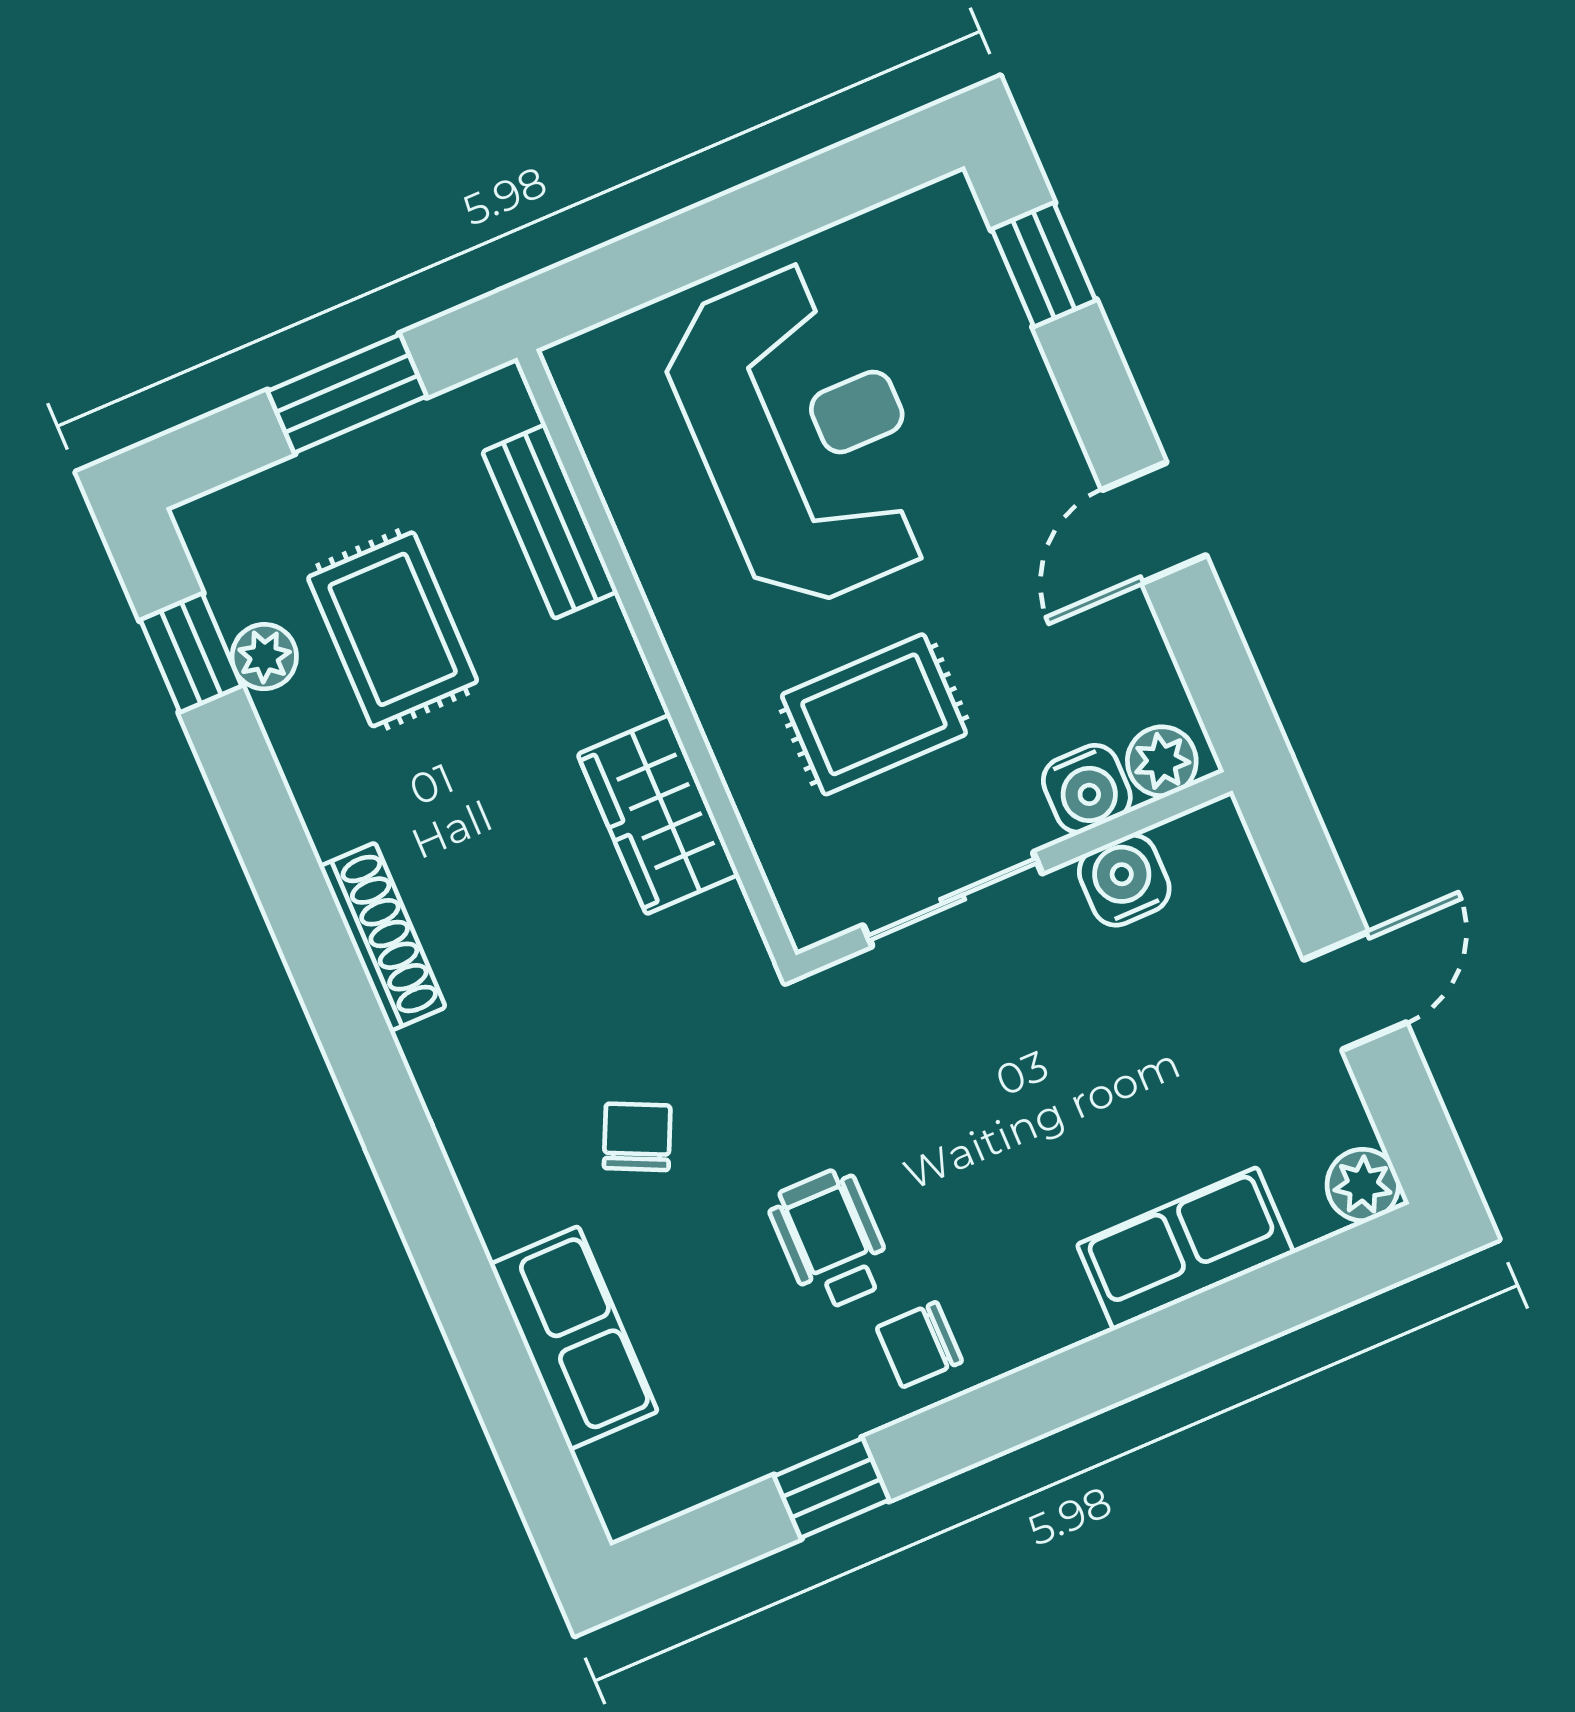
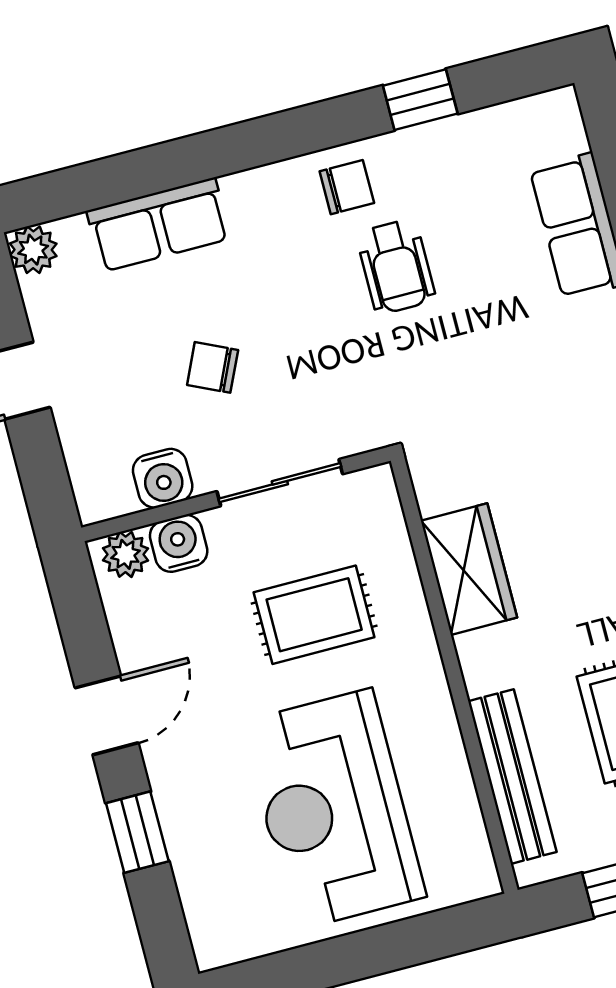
window: (1044, 265) -> (137, 832), moved
bench: (550, 522) -> (512, 777), width x1.36
chair: (637, 1137) -> (213, 367), moved, turned 90

